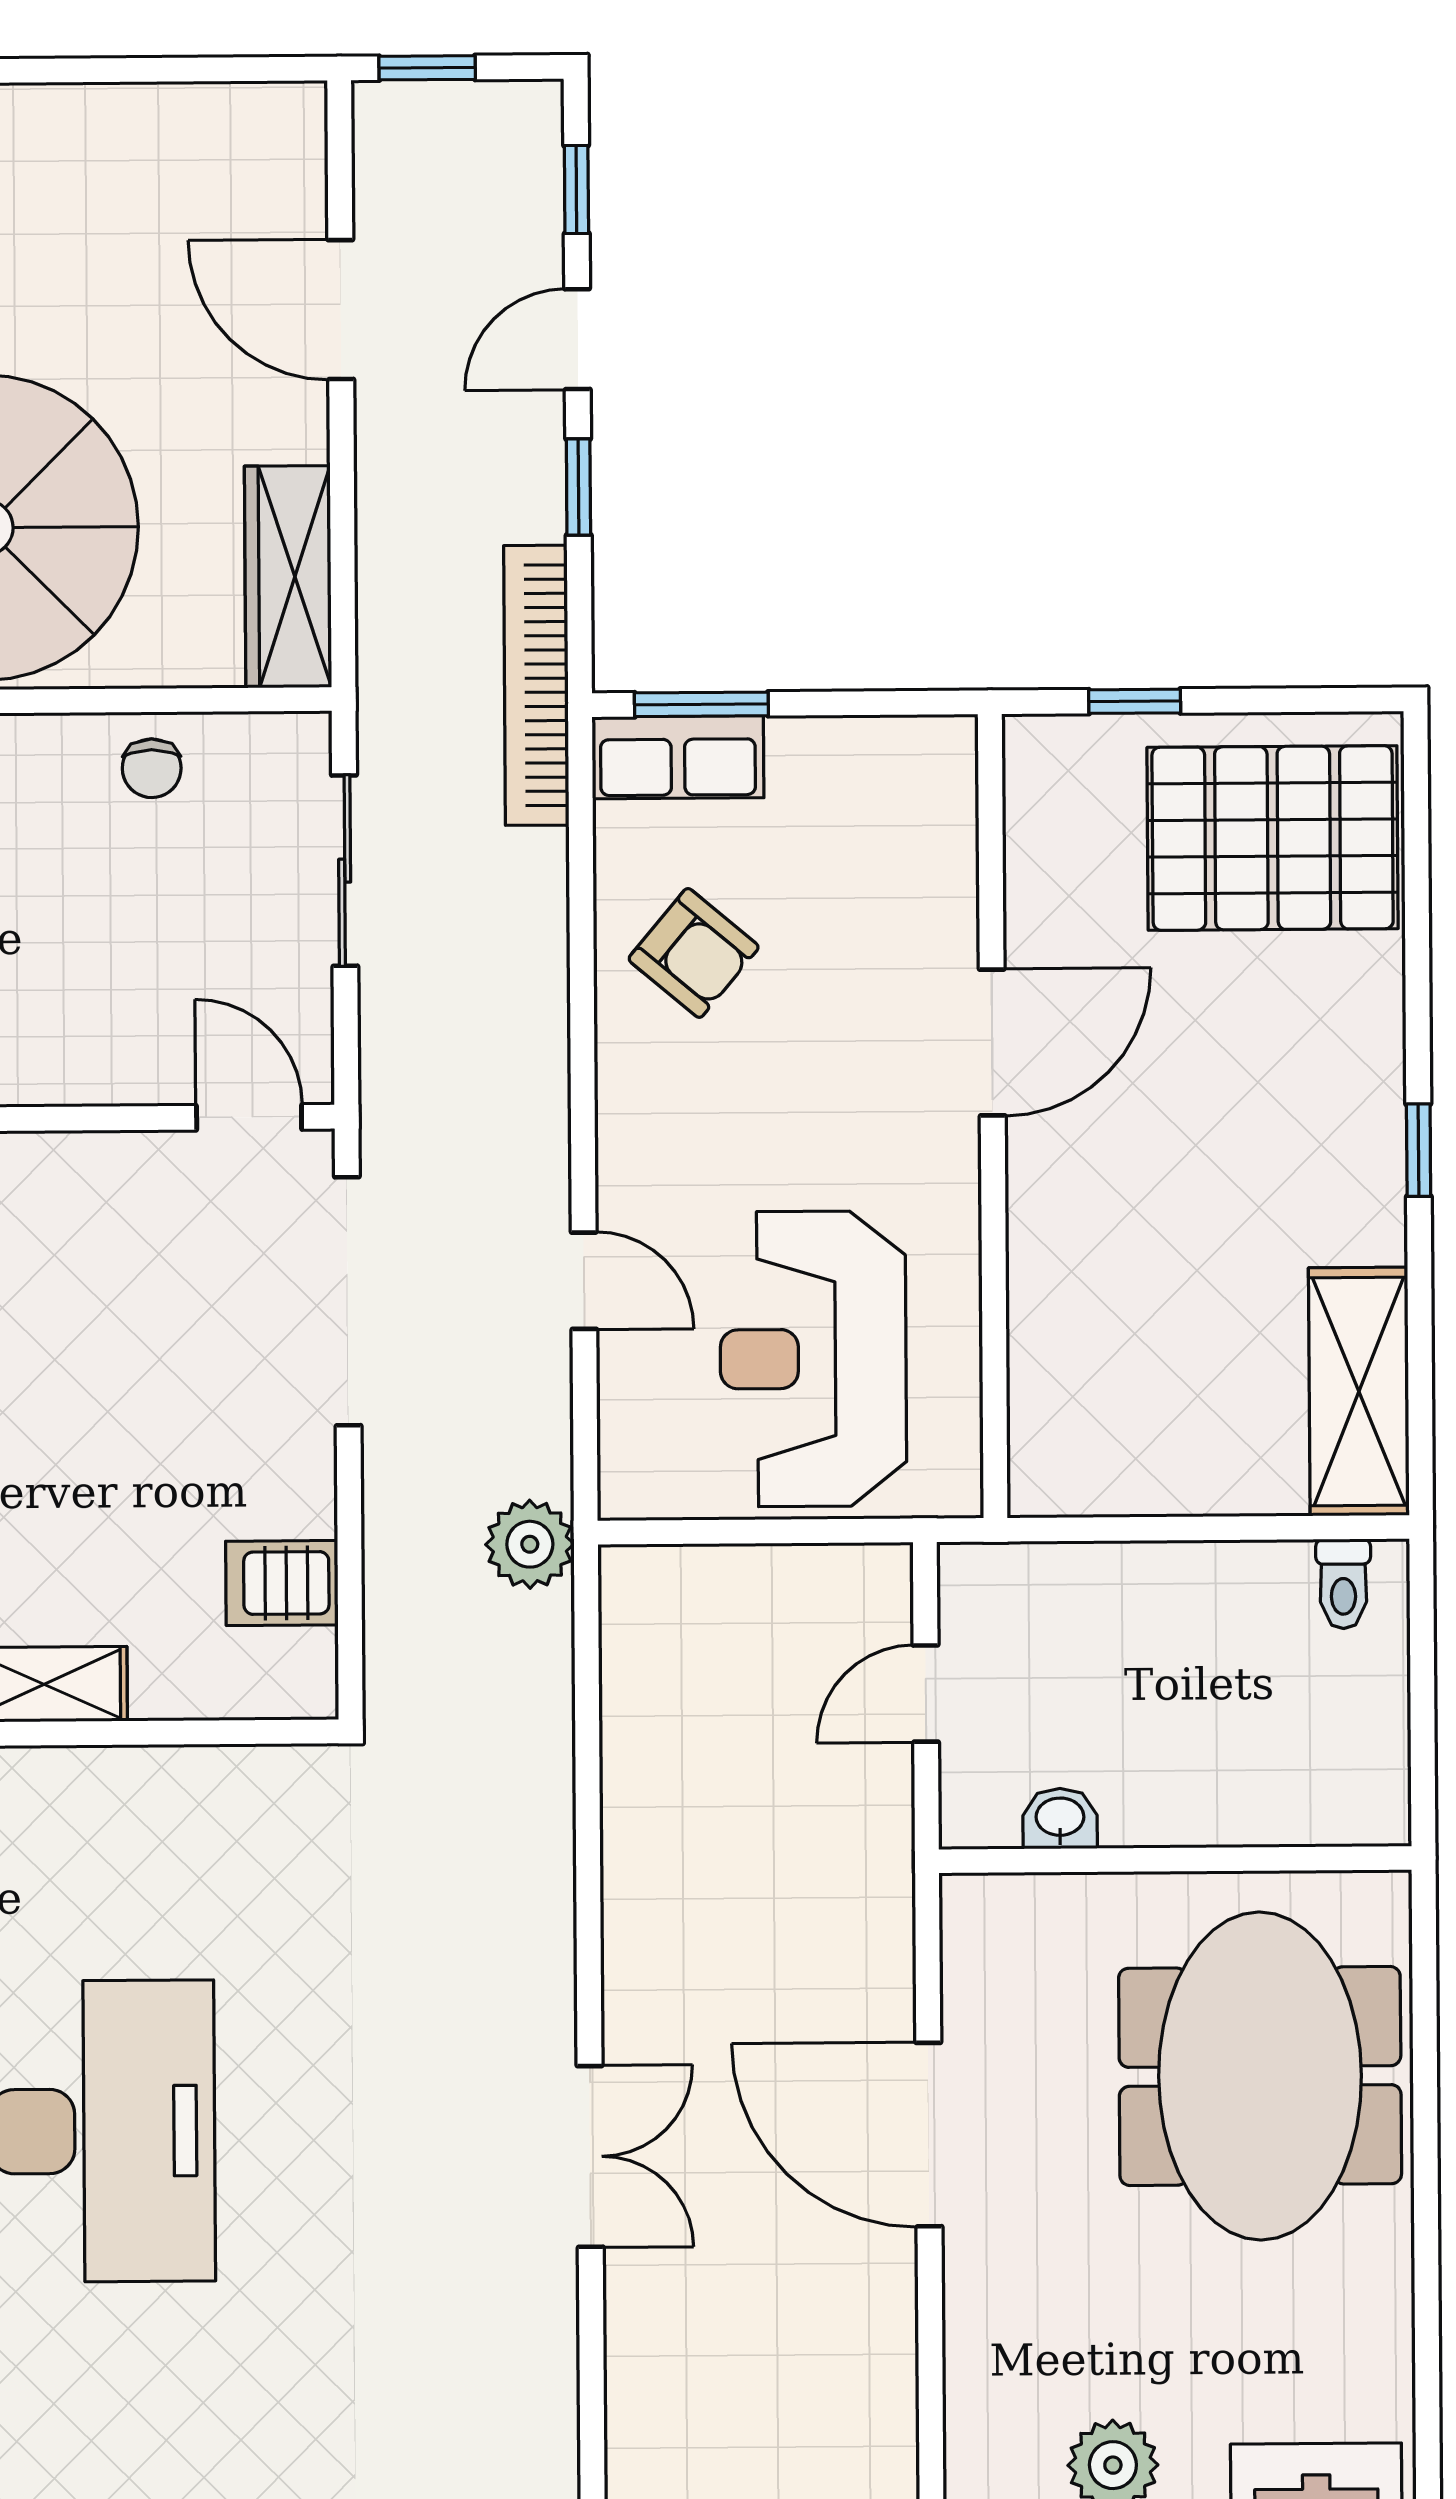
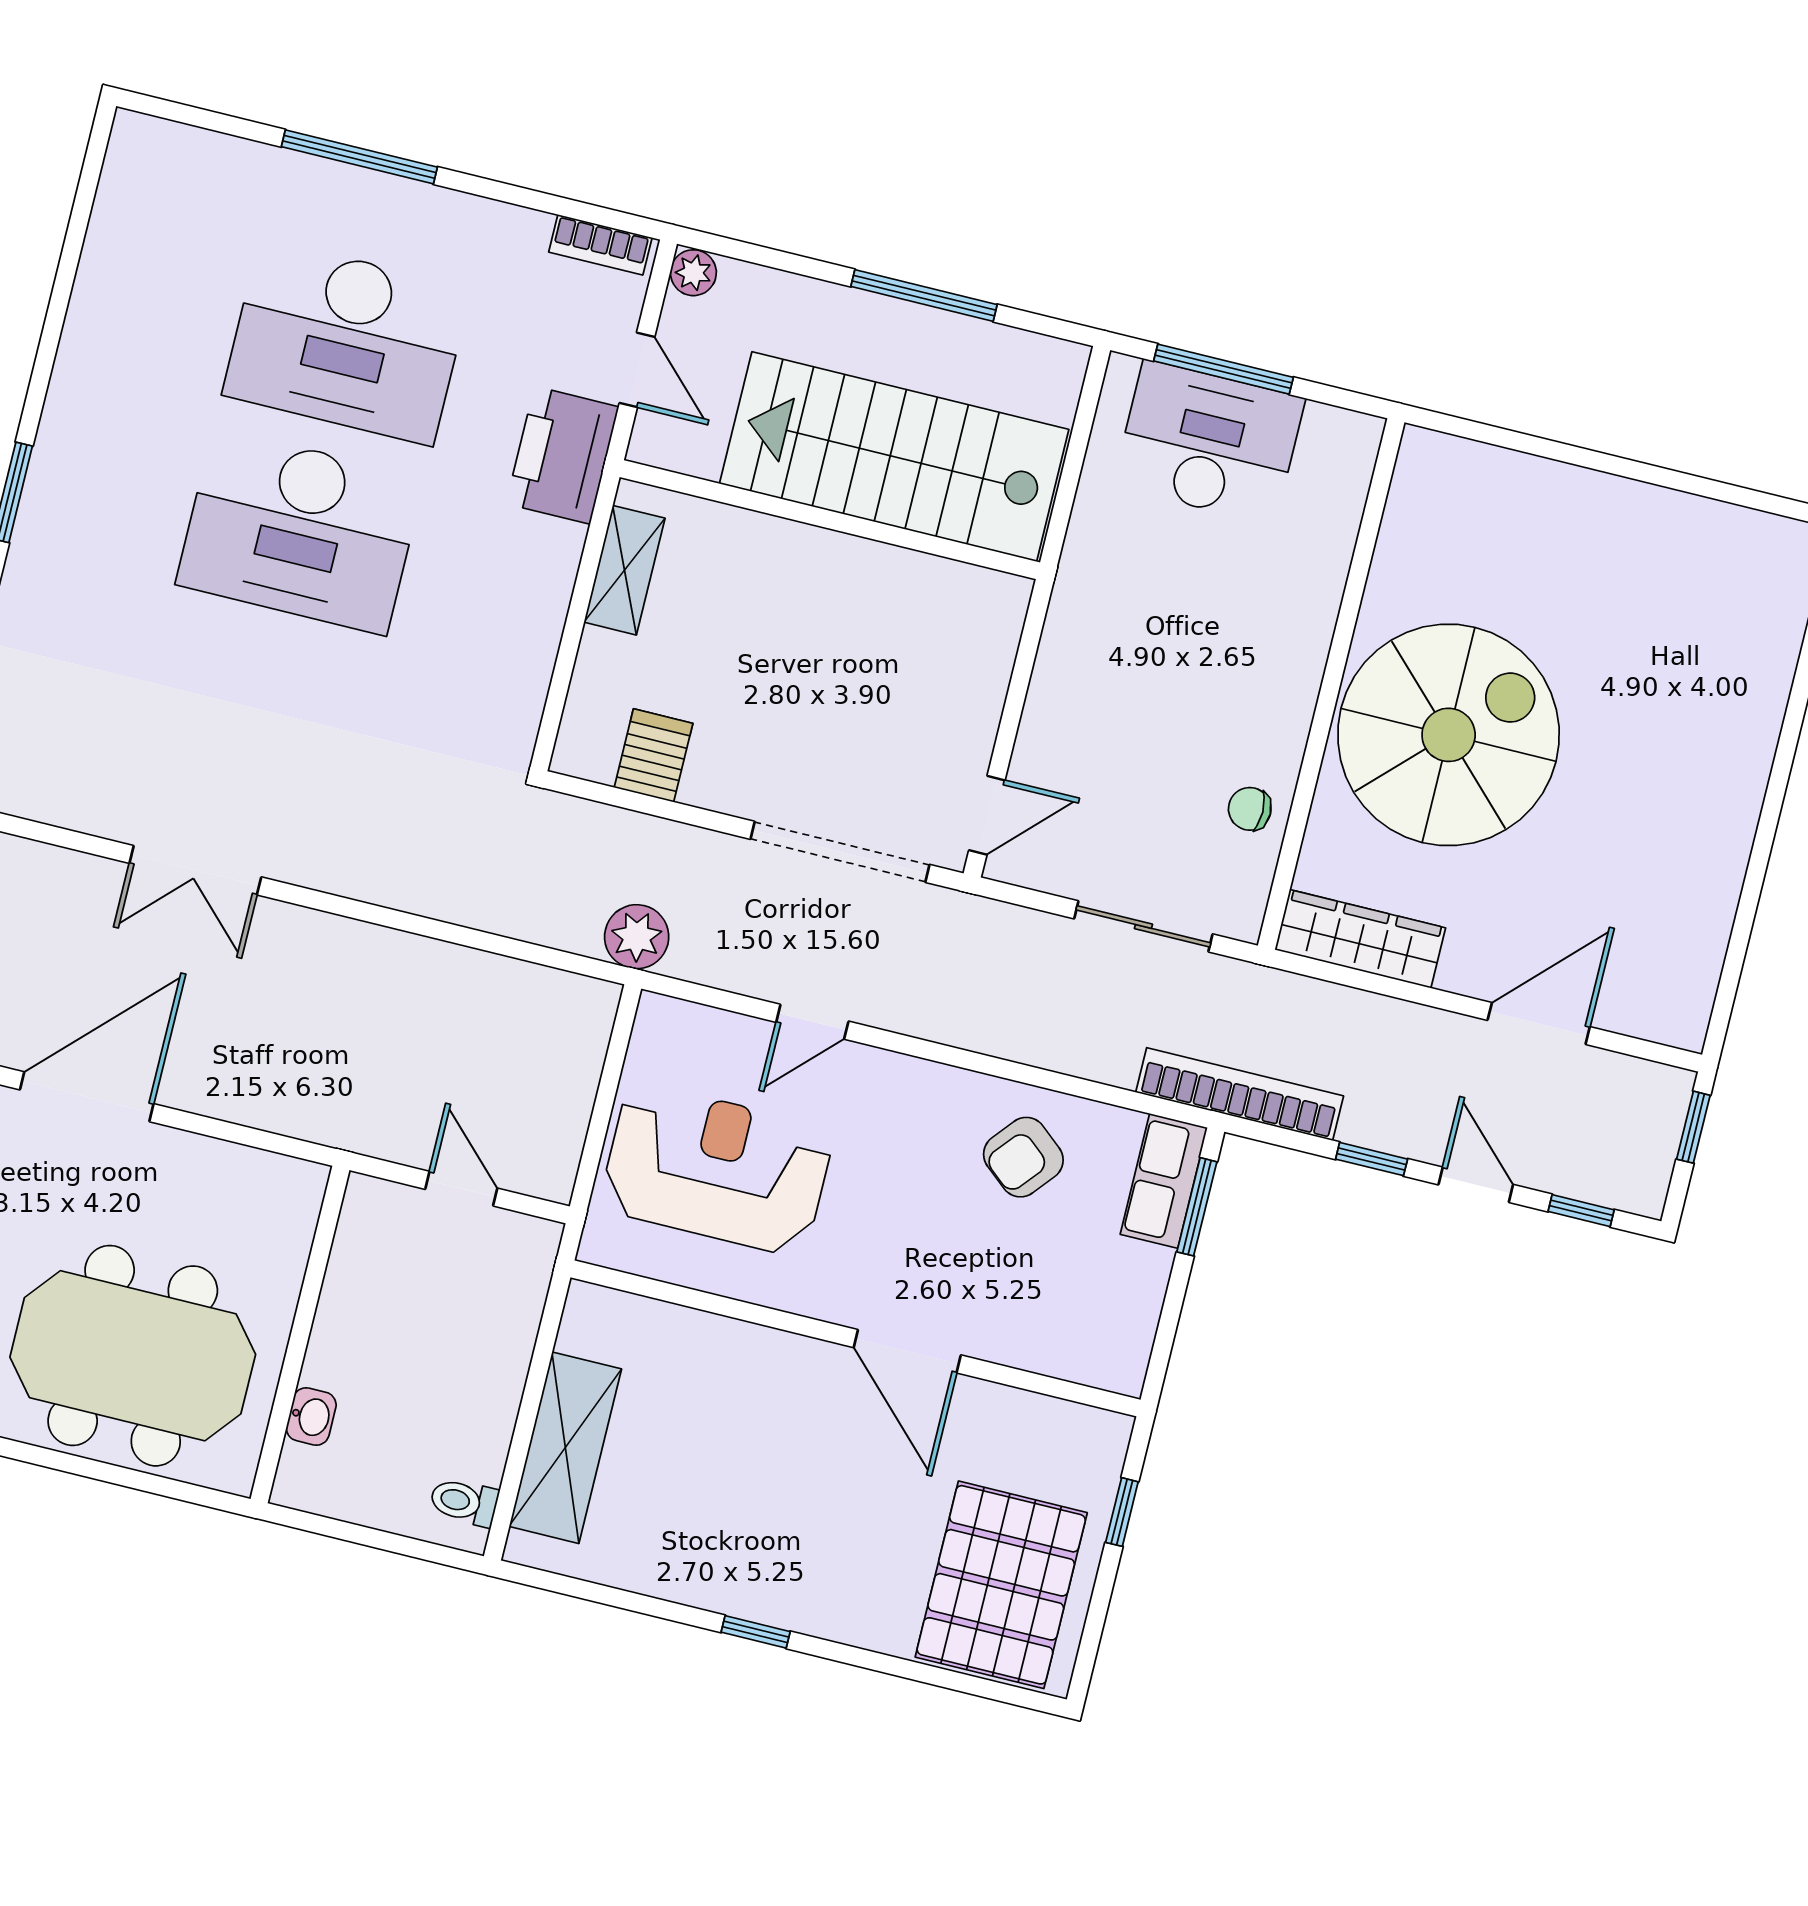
shelving: (1359, 1392) -> (565, 1448), moved, turned 90
washbasin: (1060, 1818) -> (311, 1416), moved
door: (929, 2135) -> (87, 1097), moved

